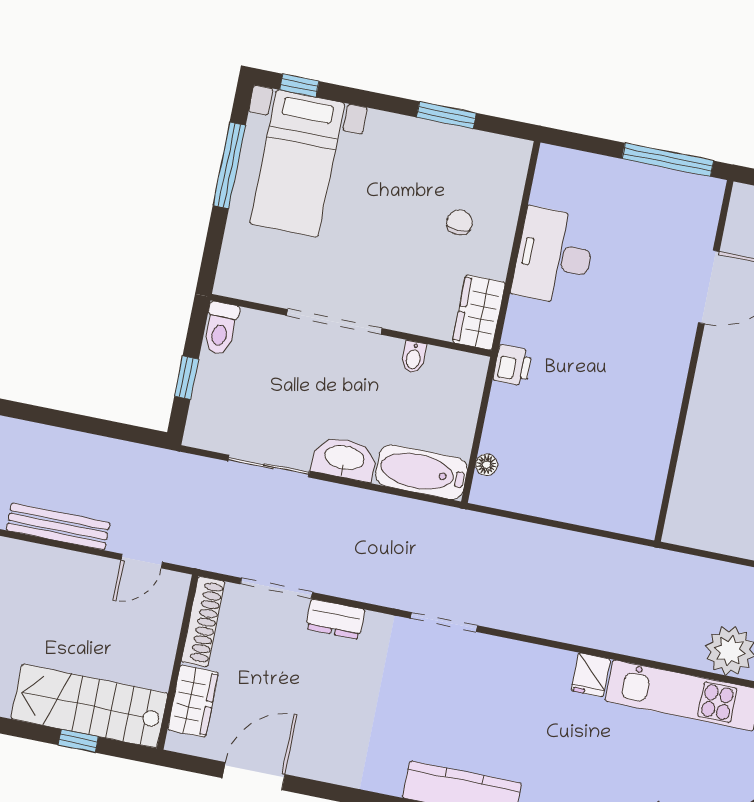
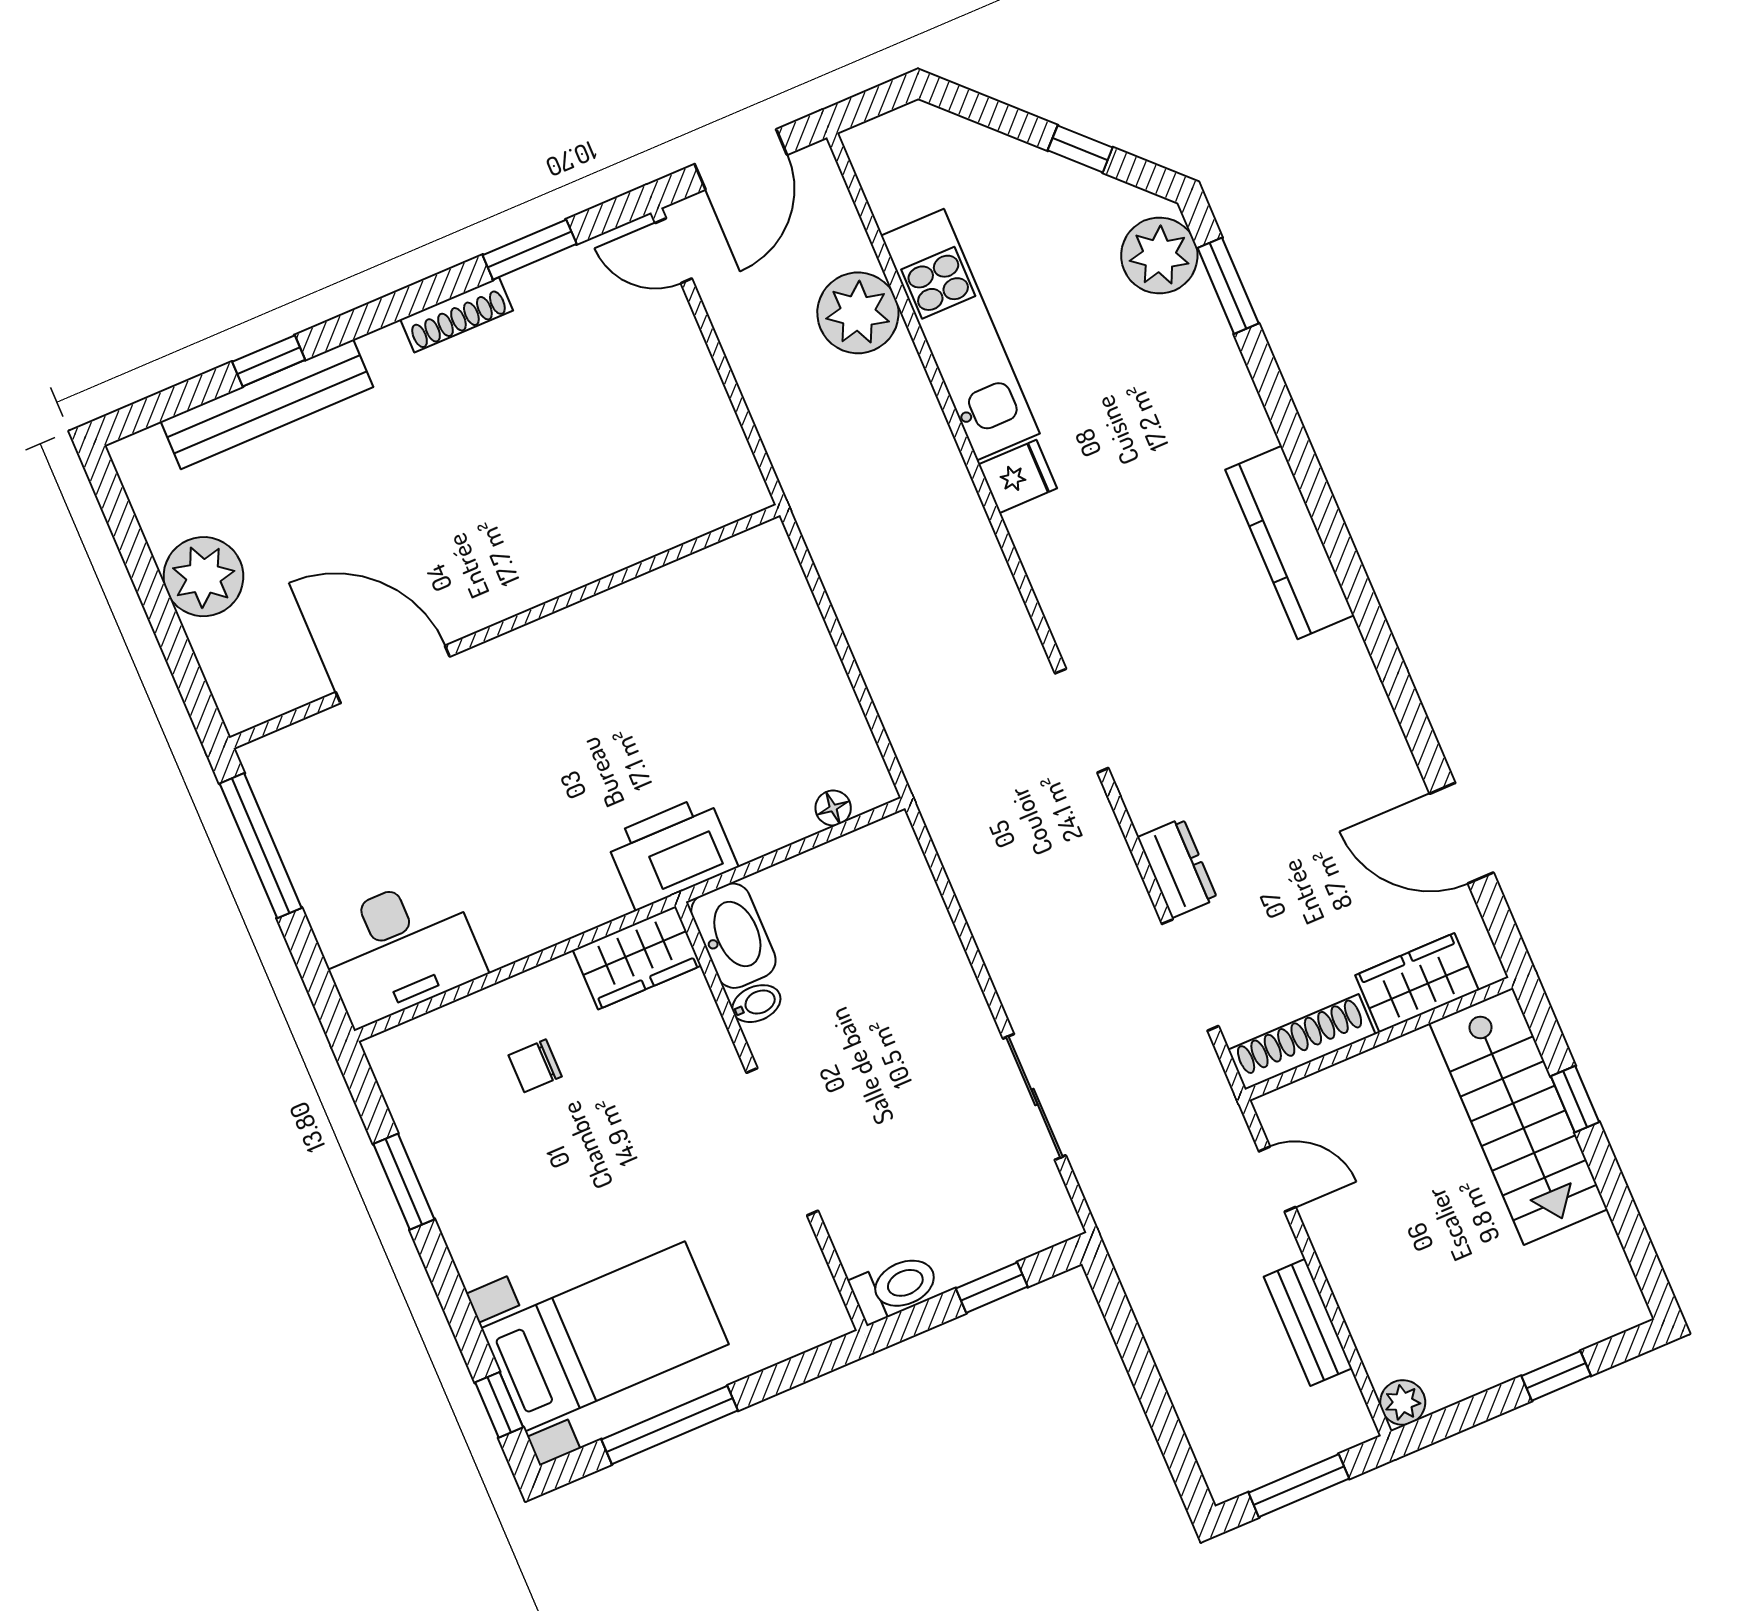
desk: (554, 256) -> (399, 949), moved
printer: (513, 365) -> (672, 852), width x1.87, depth x1.48
washbasin: (344, 459) -> (733, 936), moved, turned 180
bathtub: (422, 472) -> (902, 888), removed
bench: (58, 526) -> (1308, 1322), width x0.73

